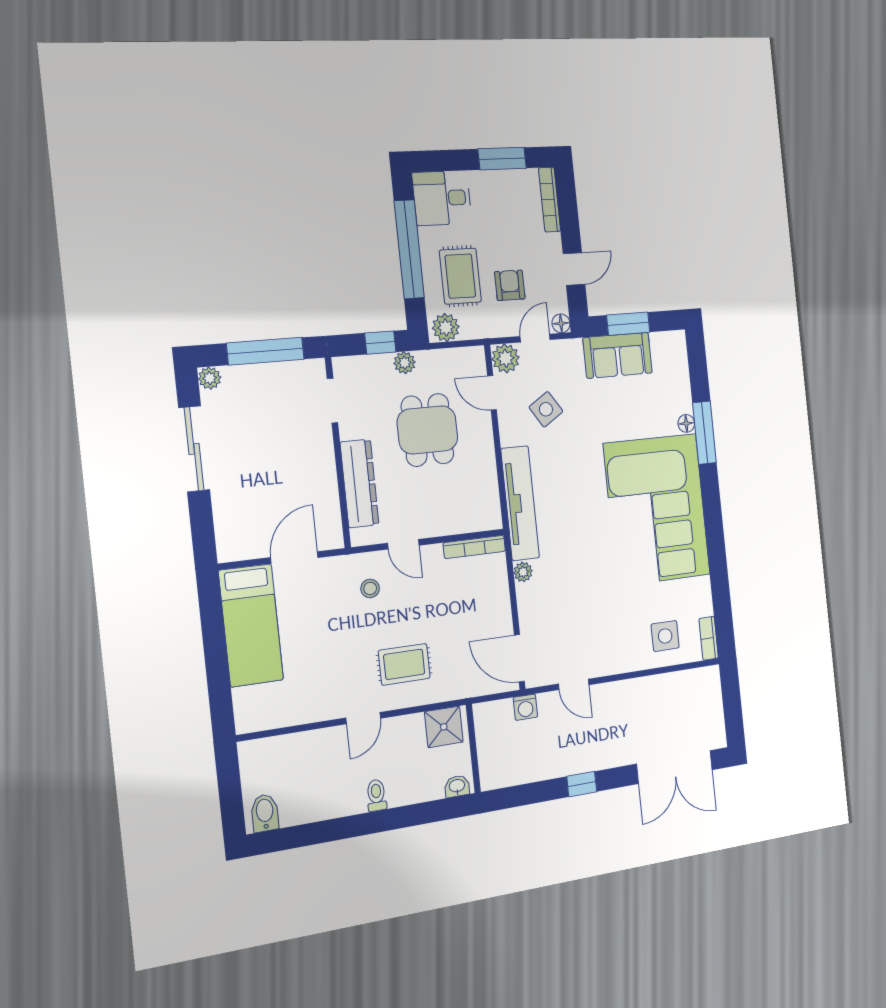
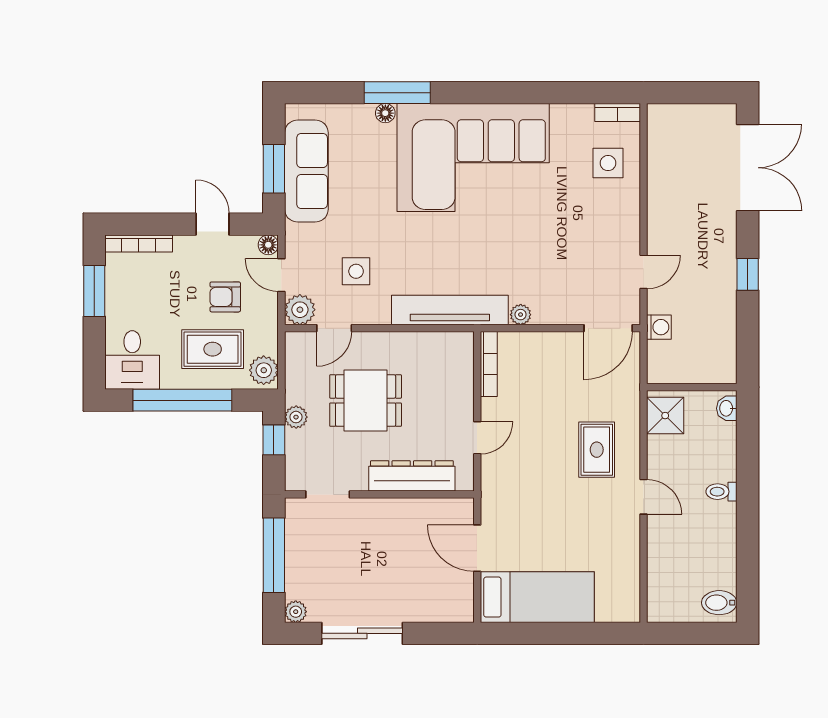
sofa: (618, 355) -> (306, 171), width x1.36
side table: (546, 409) -> (356, 271), turned 33
stool: (370, 588) -> (517, 476), removed

